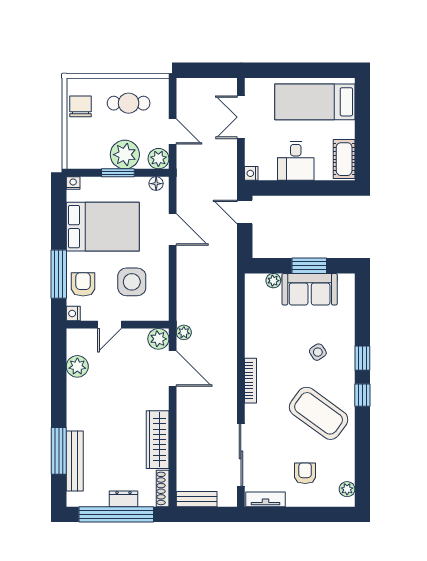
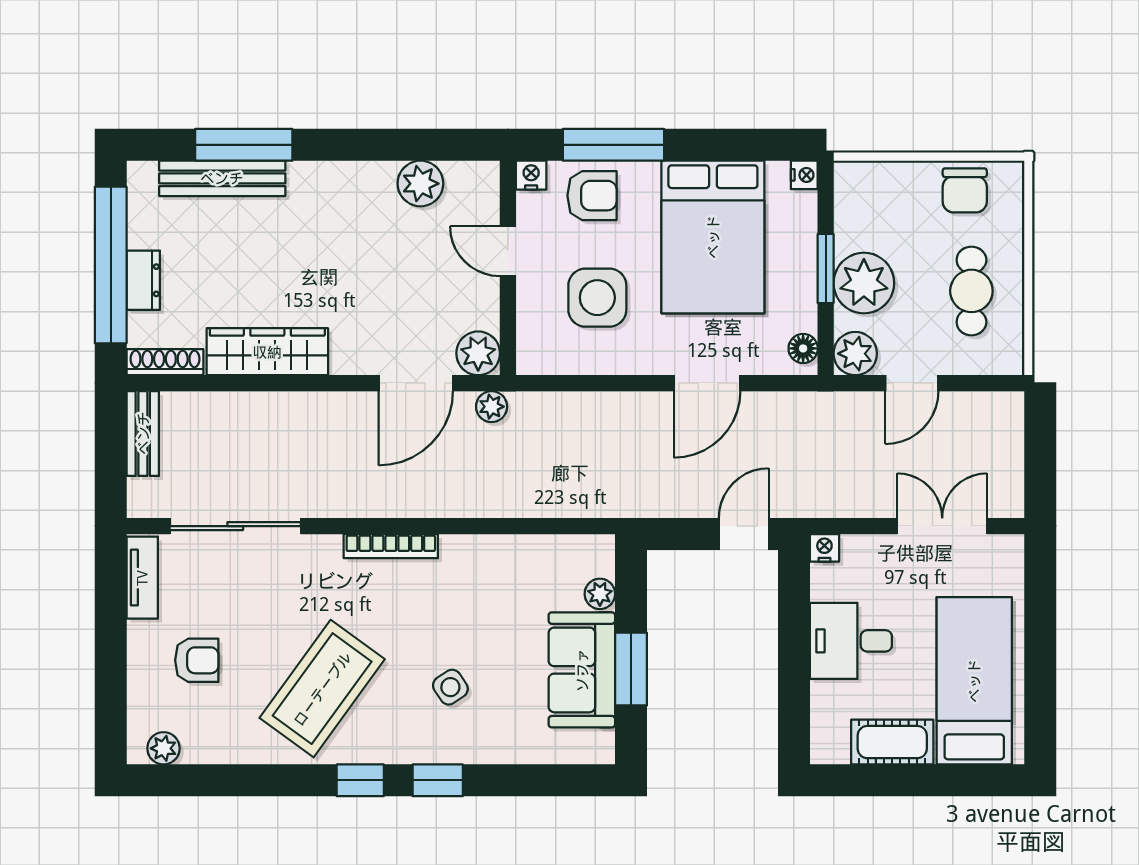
chair: (81, 106) -> (965, 190), turned 90
cot: (344, 159) -> (892, 742), moved

